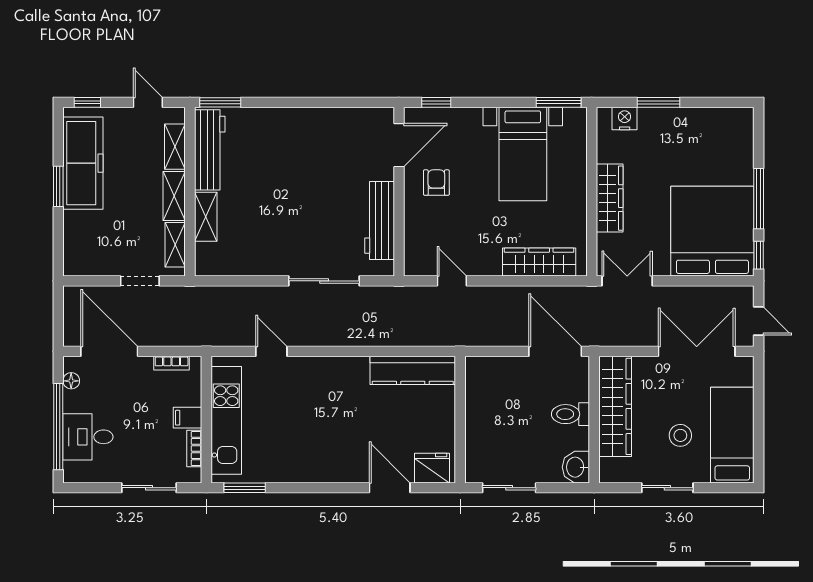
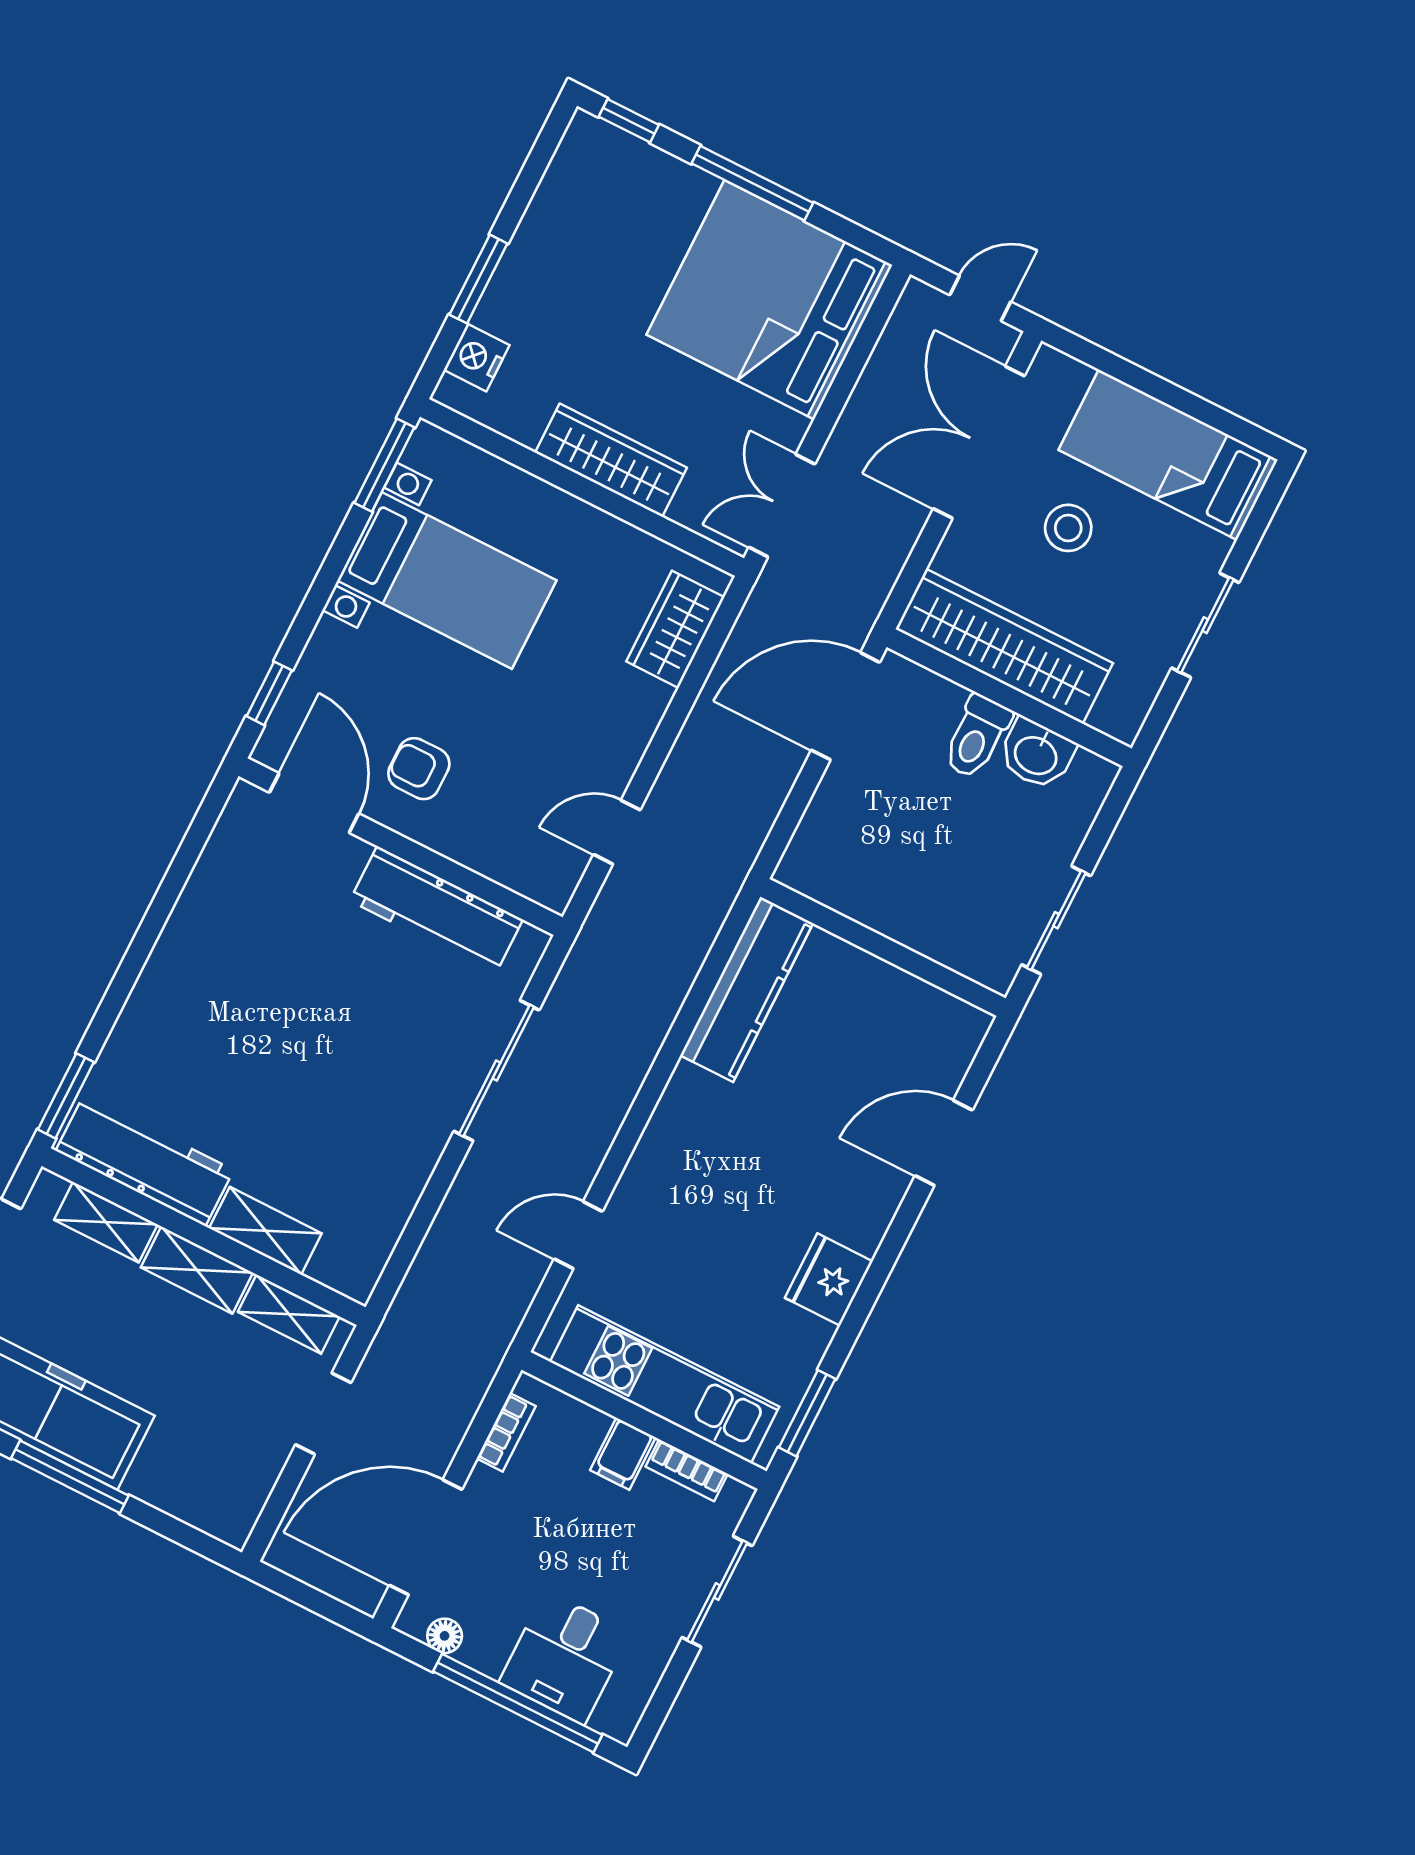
window: (58, 186) -> (70, 1477), width x1.44
window: (759, 255) -> (629, 121), moved
wardrobe: (539, 262) -> (675, 629), width x0.67
stool: (680, 435) -> (1068, 528), moved
washbasin: (576, 467) -> (1036, 754), moved
fridge: (432, 468) -> (829, 1280), moved

